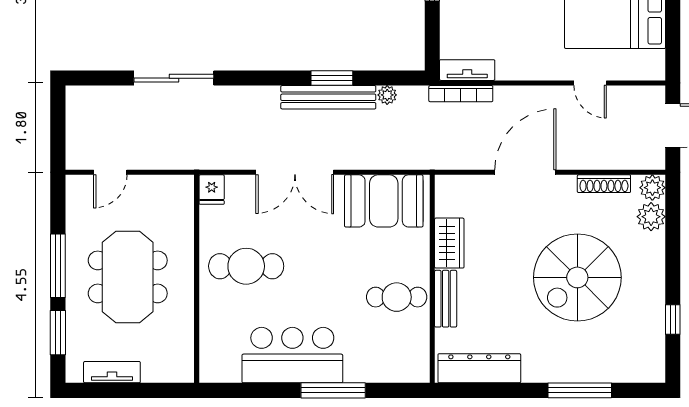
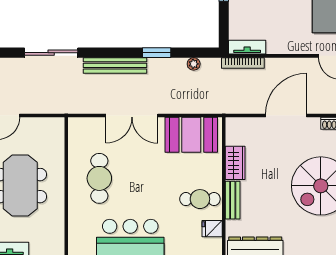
bench: (328, 97) -> (115, 65), moved
fridge: (212, 190) -> (212, 229), moved, turned 90
cafe table: (246, 266) -> (99, 178), turned 90

